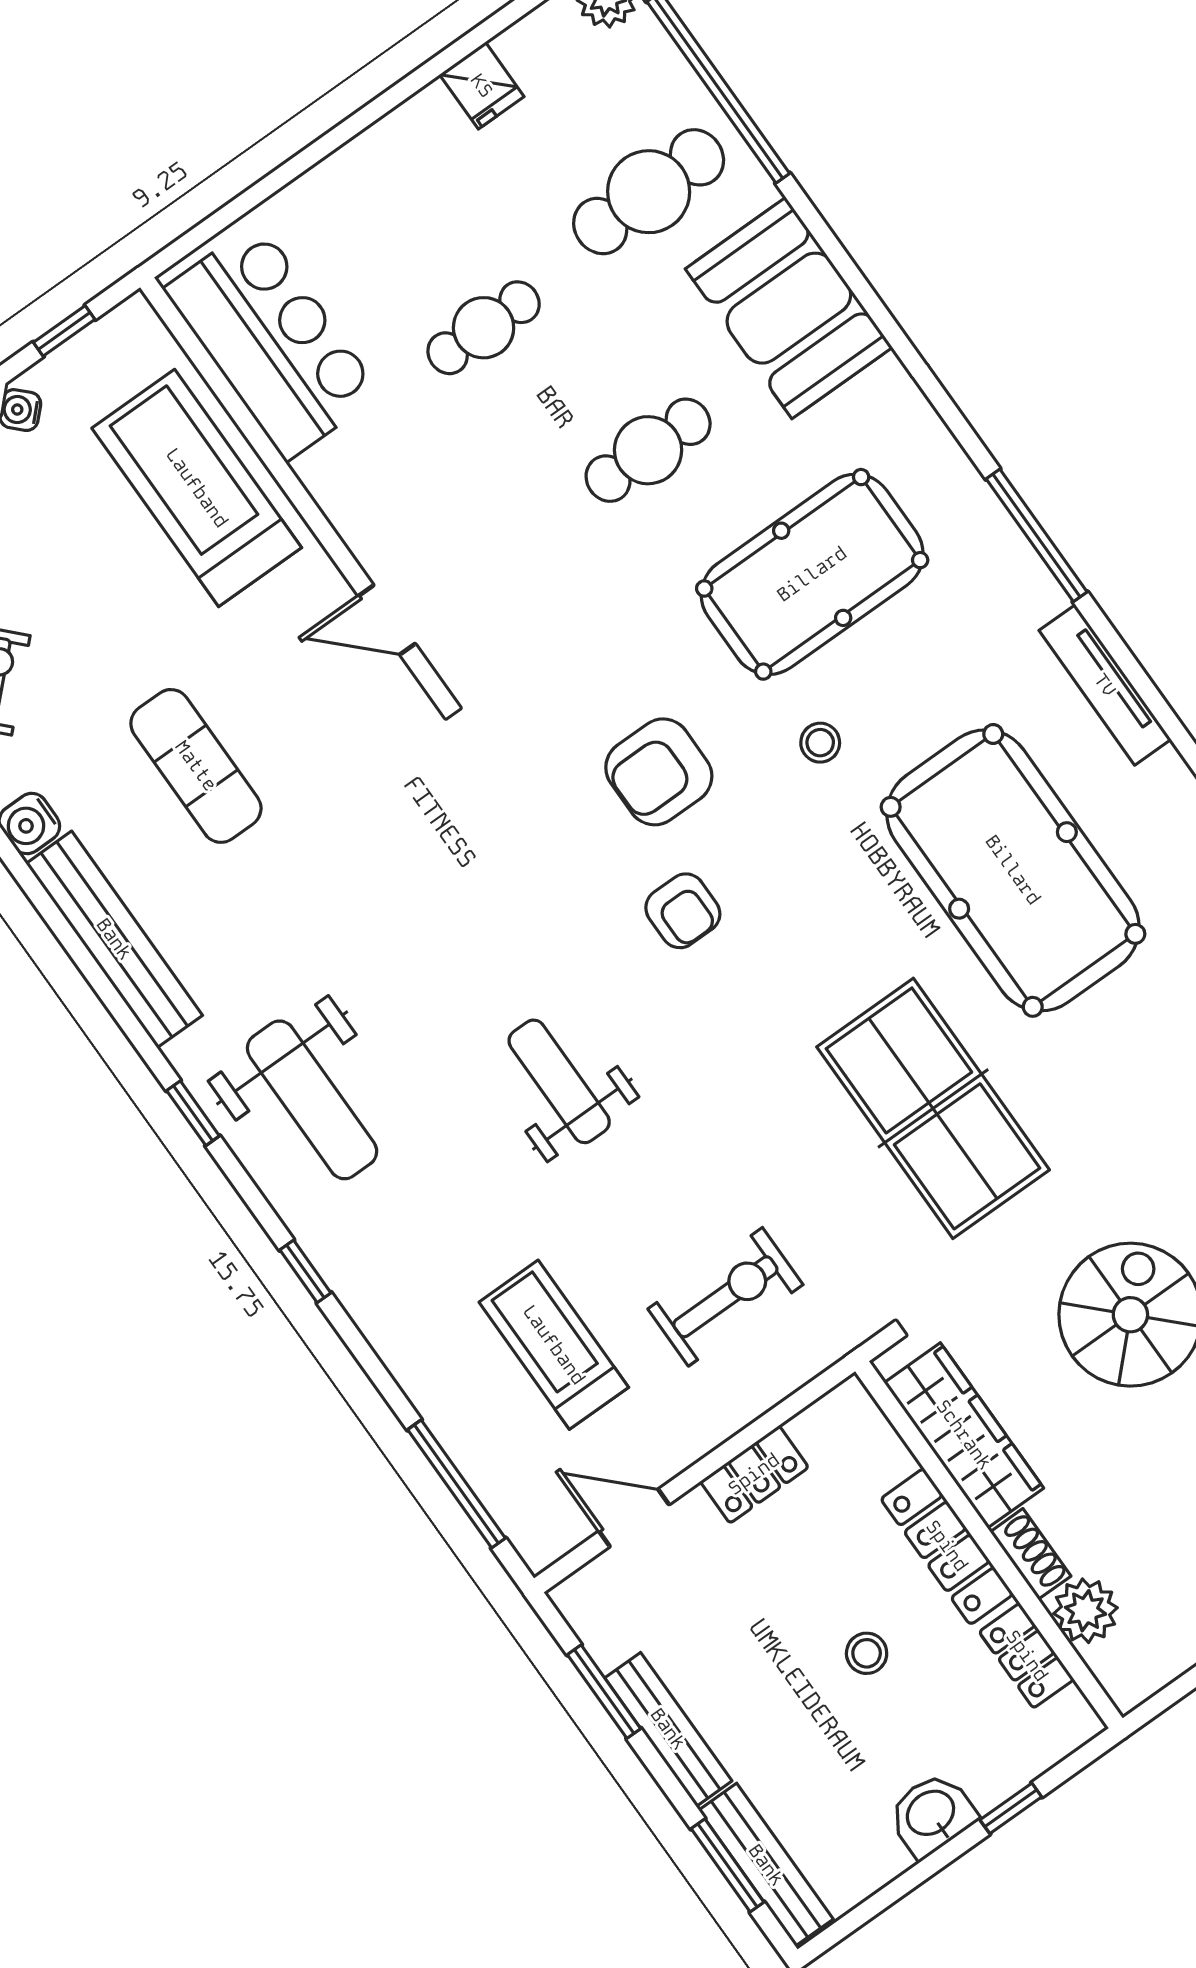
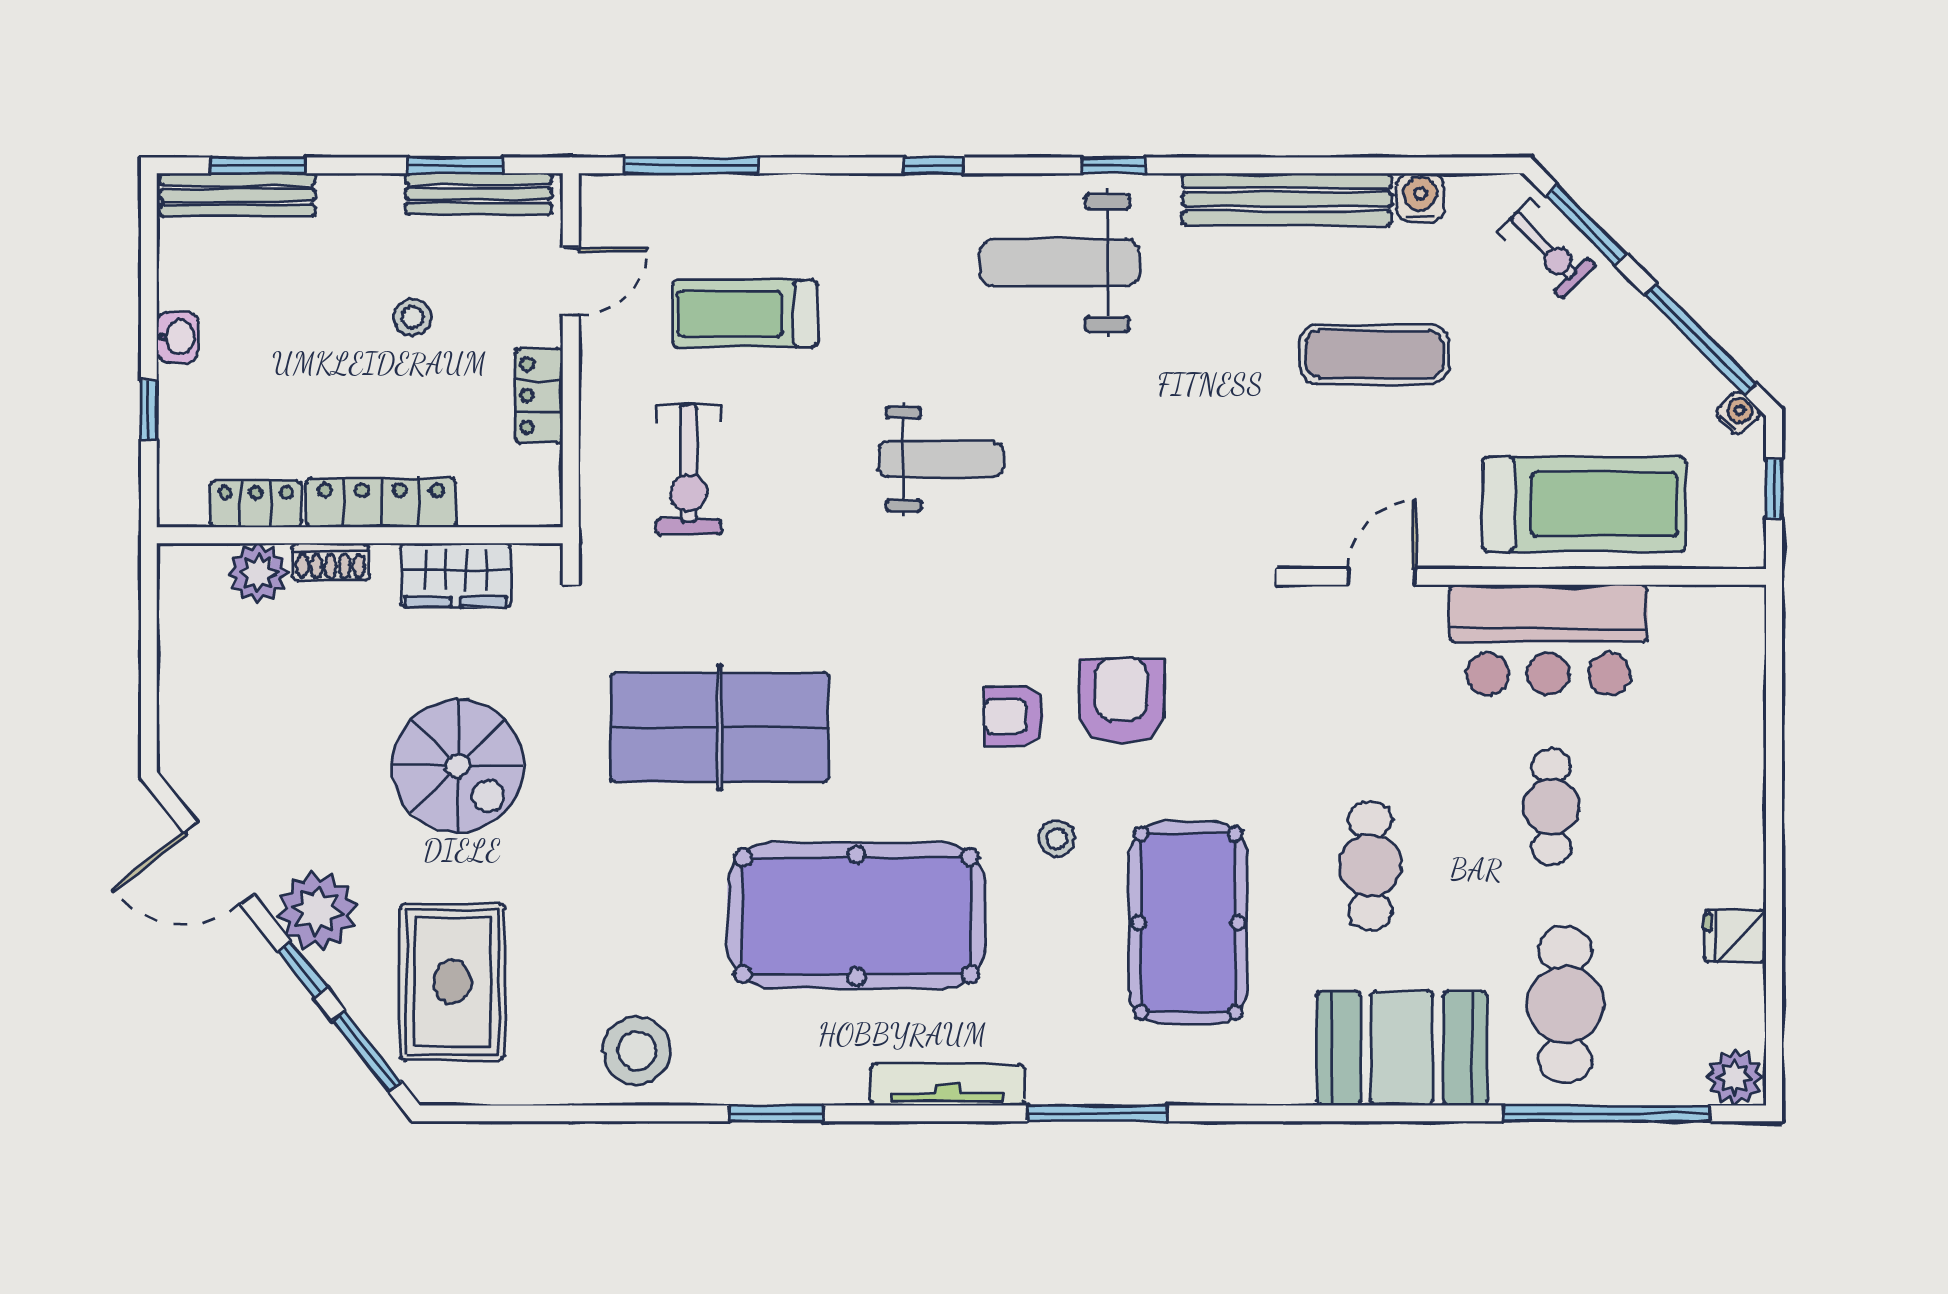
bar counter: (272, 341) -> (1548, 640), moved
armchair: (683, 911) -> (1014, 716), moved
treadmill: (554, 1345) -> (745, 314), turned 180
wardrobe: (964, 1435) -> (456, 575), width x0.67
stool: (867, 1653) -> (413, 317), moved
bench: (668, 1729) -> (478, 194), moved
washbasin: (932, 1814) -> (177, 337), width x0.72, depth x0.69

